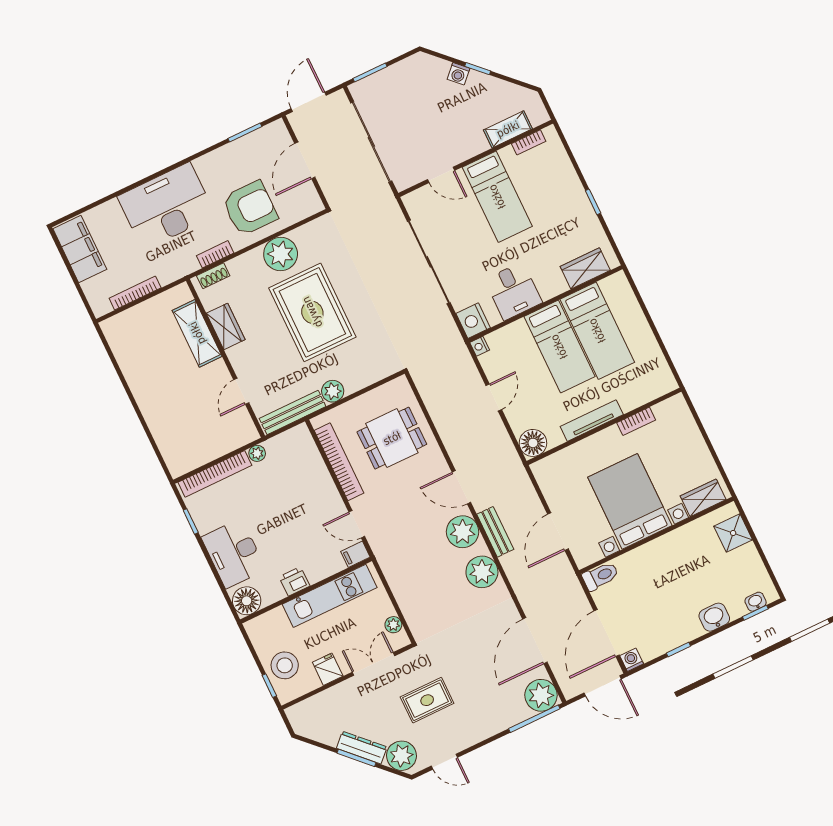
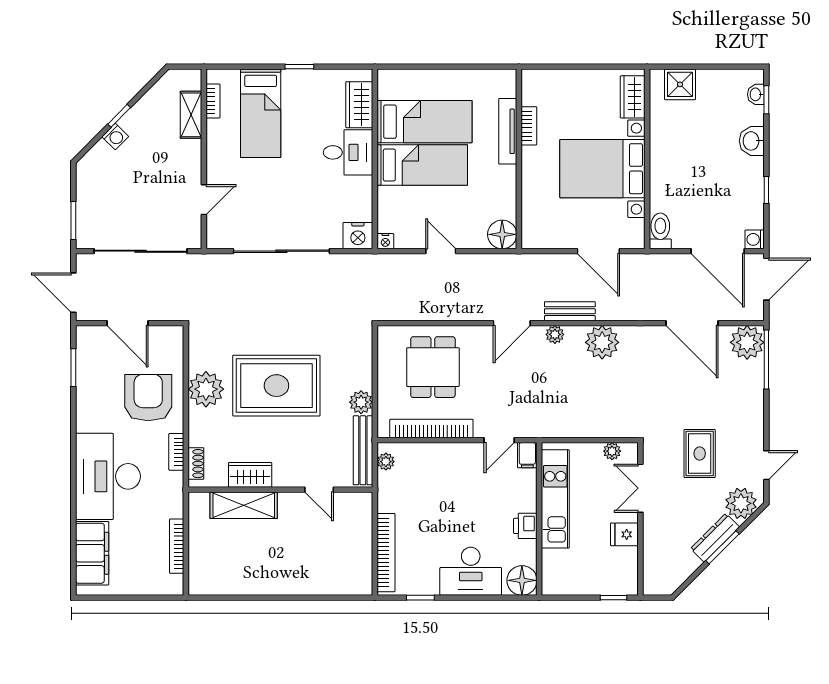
bed: (497, 197) -> (261, 113), moved, turned 90
filing cabinet: (80, 249) -> (92, 553), moved, turned 90
desk: (513, 291) -> (348, 152), moved
tv unit: (592, 421) -> (508, 131), moved
plant: (257, 453) -> (386, 462), moved
plant: (463, 532) -> (555, 334), width x0.53, depth x0.53
stool: (285, 665) -> (601, 574), removed

